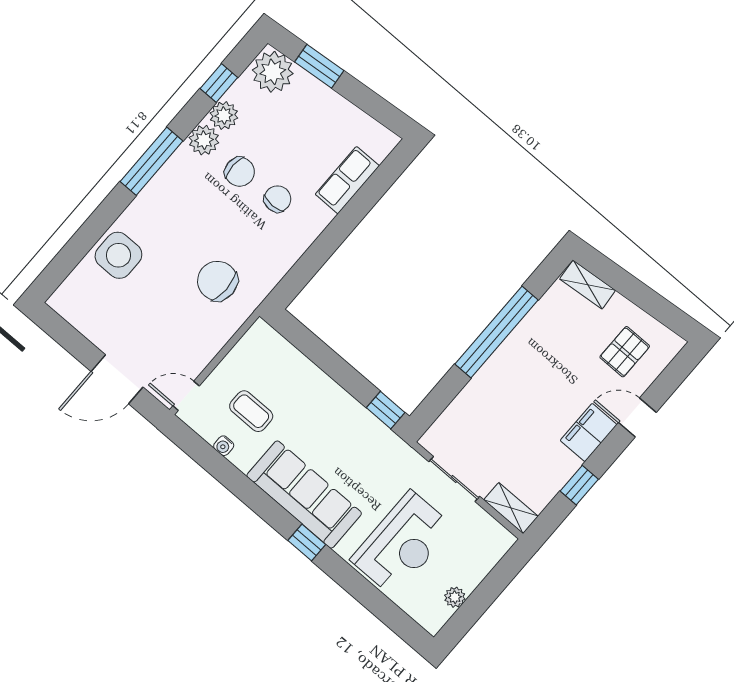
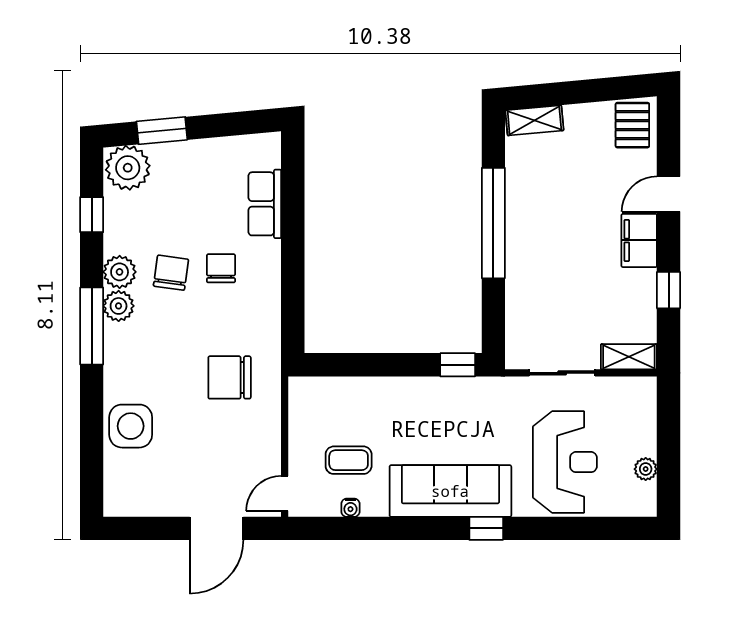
plant: (224, 116) -> (119, 306), moved
chair: (240, 172) -> (171, 273), turned -82
pallet: (625, 352) -> (632, 125), moved

